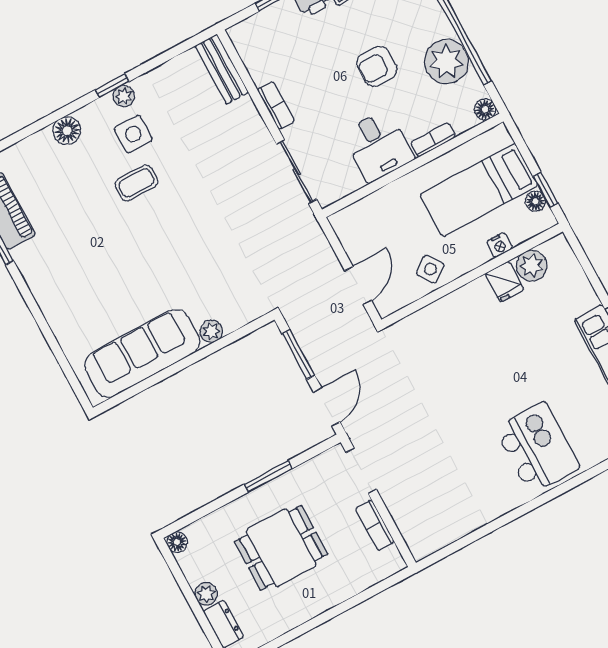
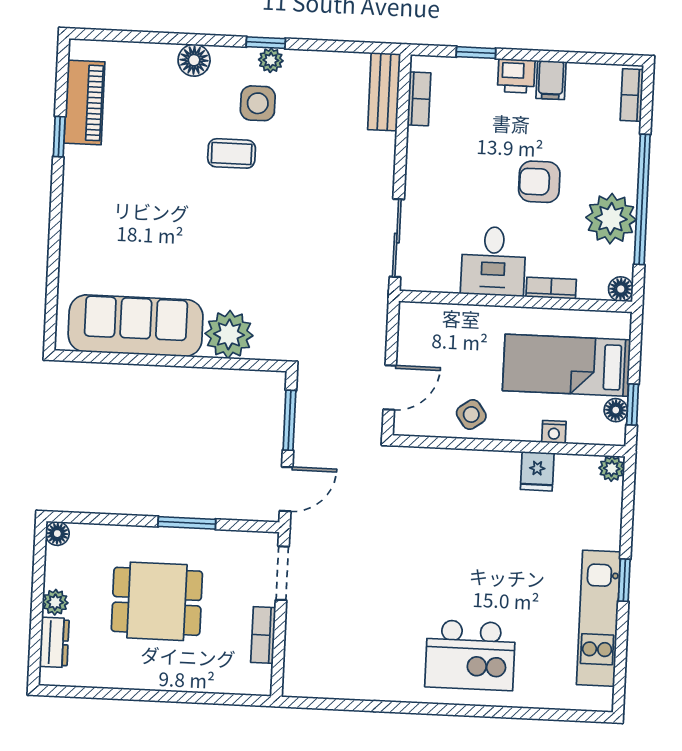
bookcase: (276, 105) -> (419, 99), moved
plant: (532, 266) -> (612, 469), moved, width x0.73, depth x0.73
plant: (211, 331) -> (229, 334), width x1.88, depth x1.88
kitchen island: (537, 448) -> (470, 655), turned 90

